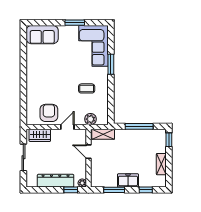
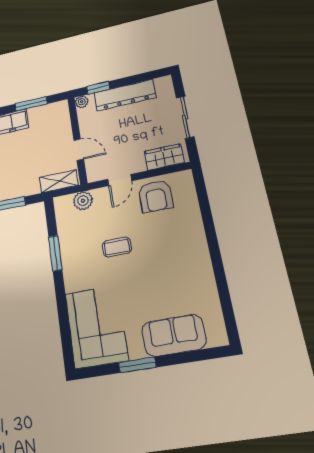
sofa: (42, 35) -> (174, 335), moved
window: (111, 64) -> (55, 253), moved
coffee table: (87, 88) -> (117, 247), moved

